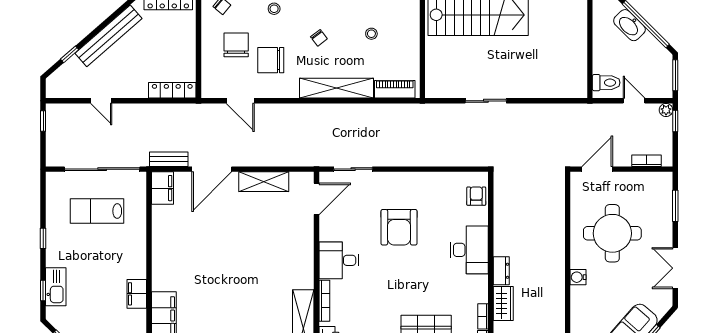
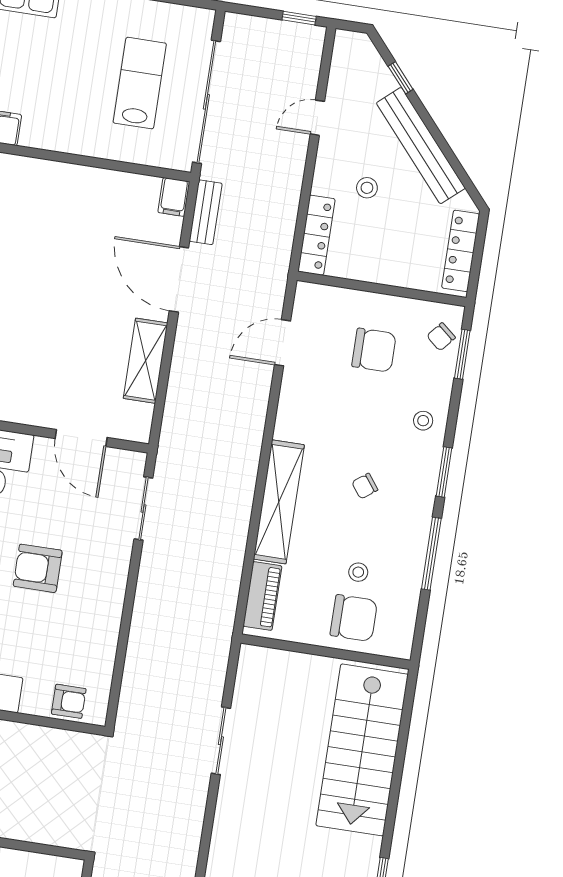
chair: (271, 60) -> (354, 618), moved, turned 90
stool: (139, 64) -> (367, 188), added
filing cabinet: (162, 188) -> (174, 197), width x0.50
door: (316, 199) -> (81, 438), moved
armchair: (399, 227) -> (38, 568), width x0.73, depth x0.73

